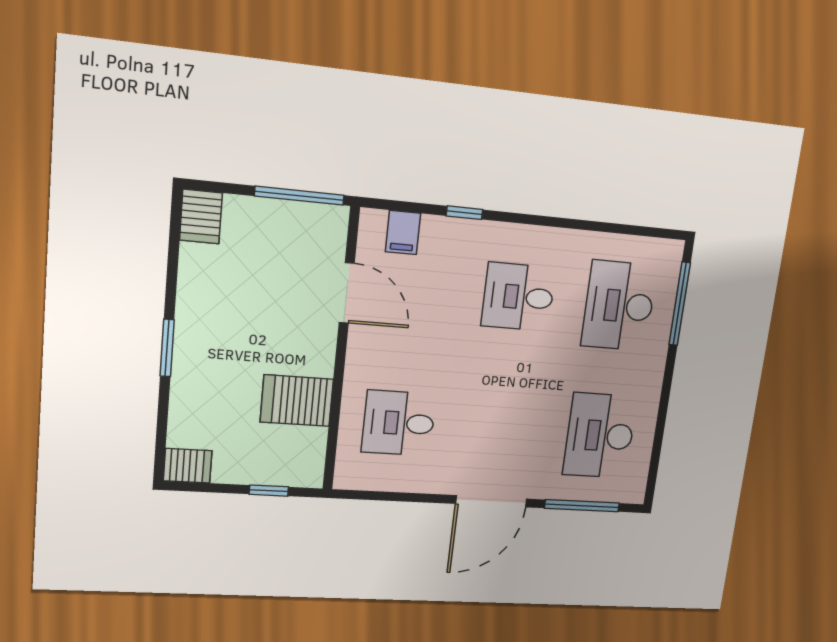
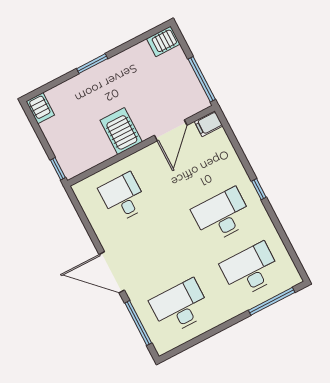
window: (464, 213) -> (259, 189), moved
filing cabinet: (403, 233) -> (209, 124), moved
desk: (518, 297) -> (222, 215), width x1.37
server rack: (297, 401) -> (121, 131), moved
window: (269, 491) -> (58, 169), moved

